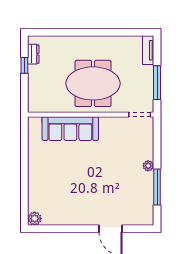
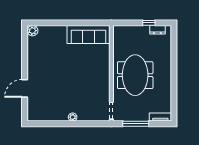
sofa: (70, 129) -> (89, 35), moved, turned -90
window: (157, 187) -> (57, 124), removed

